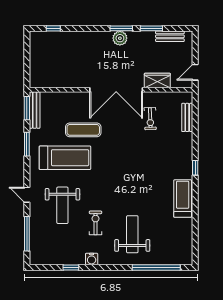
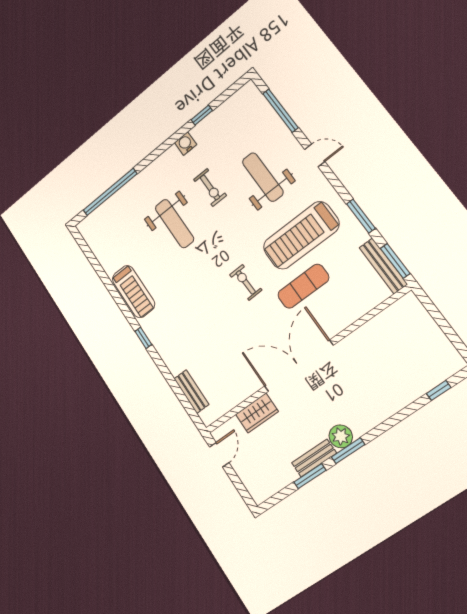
bench: (170, 36) -> (314, 458), moved
exercise bike: (150, 119) -> (246, 282), moved
weight bench: (132, 234) -> (174, 224), moved

